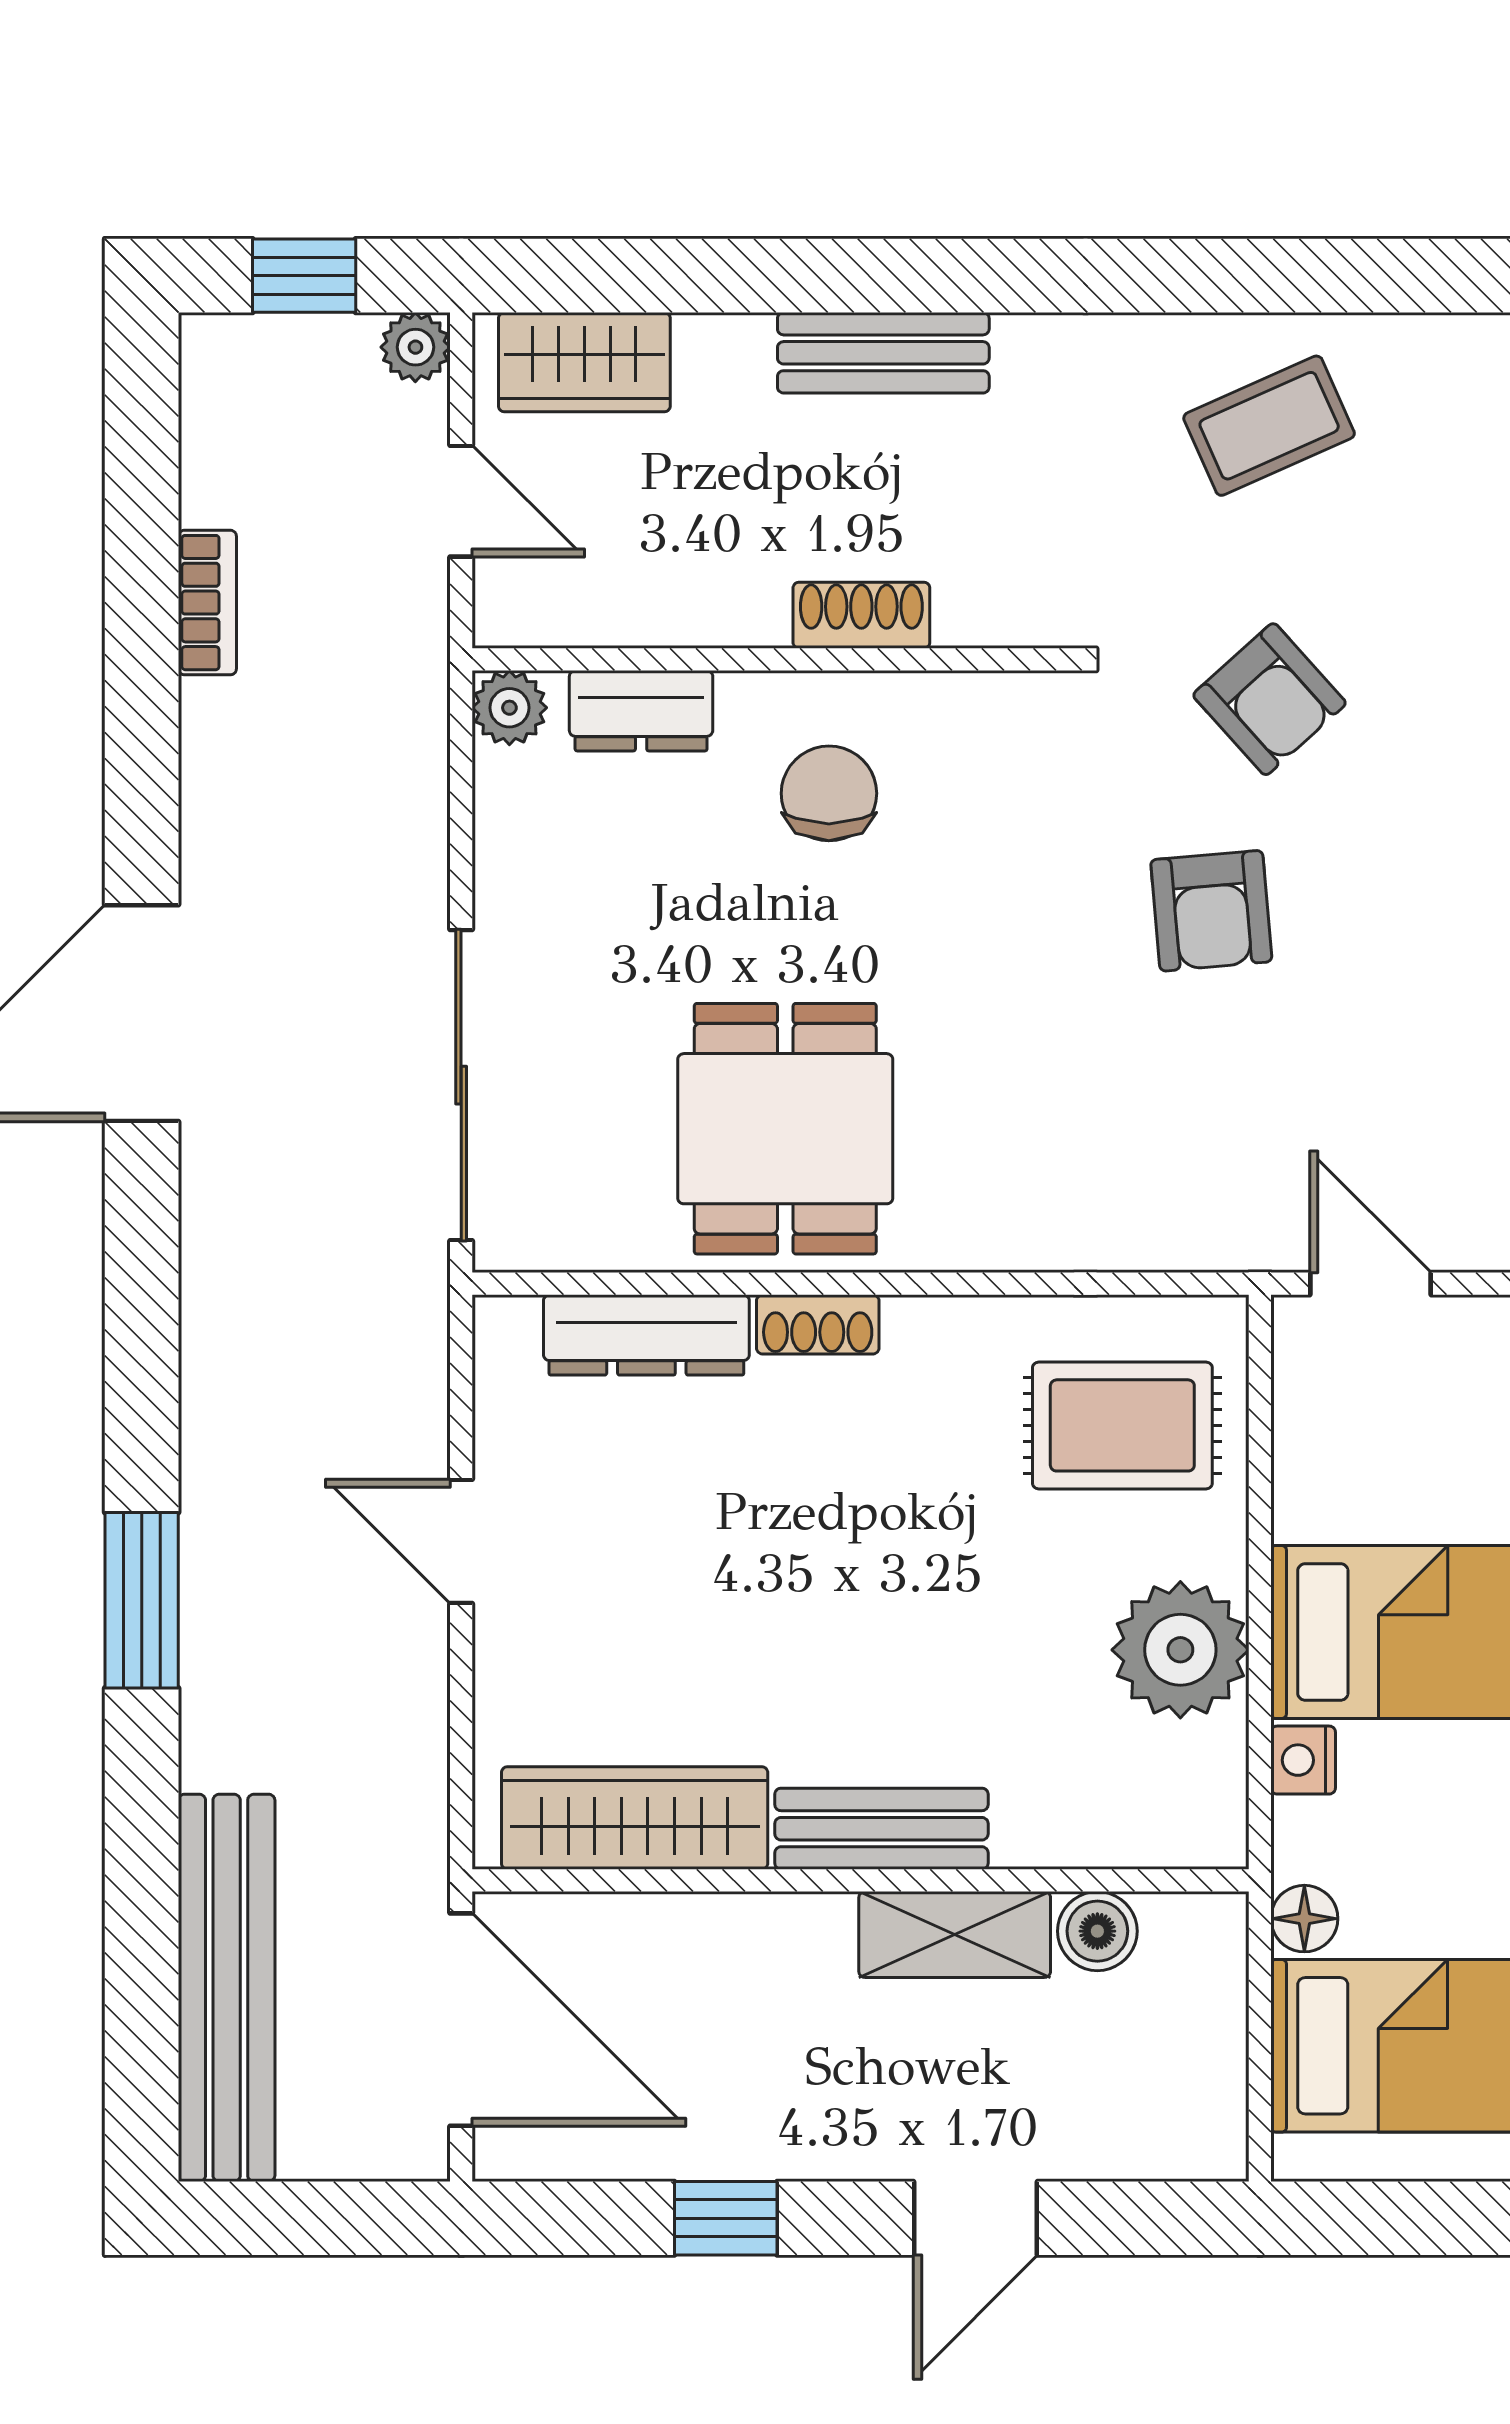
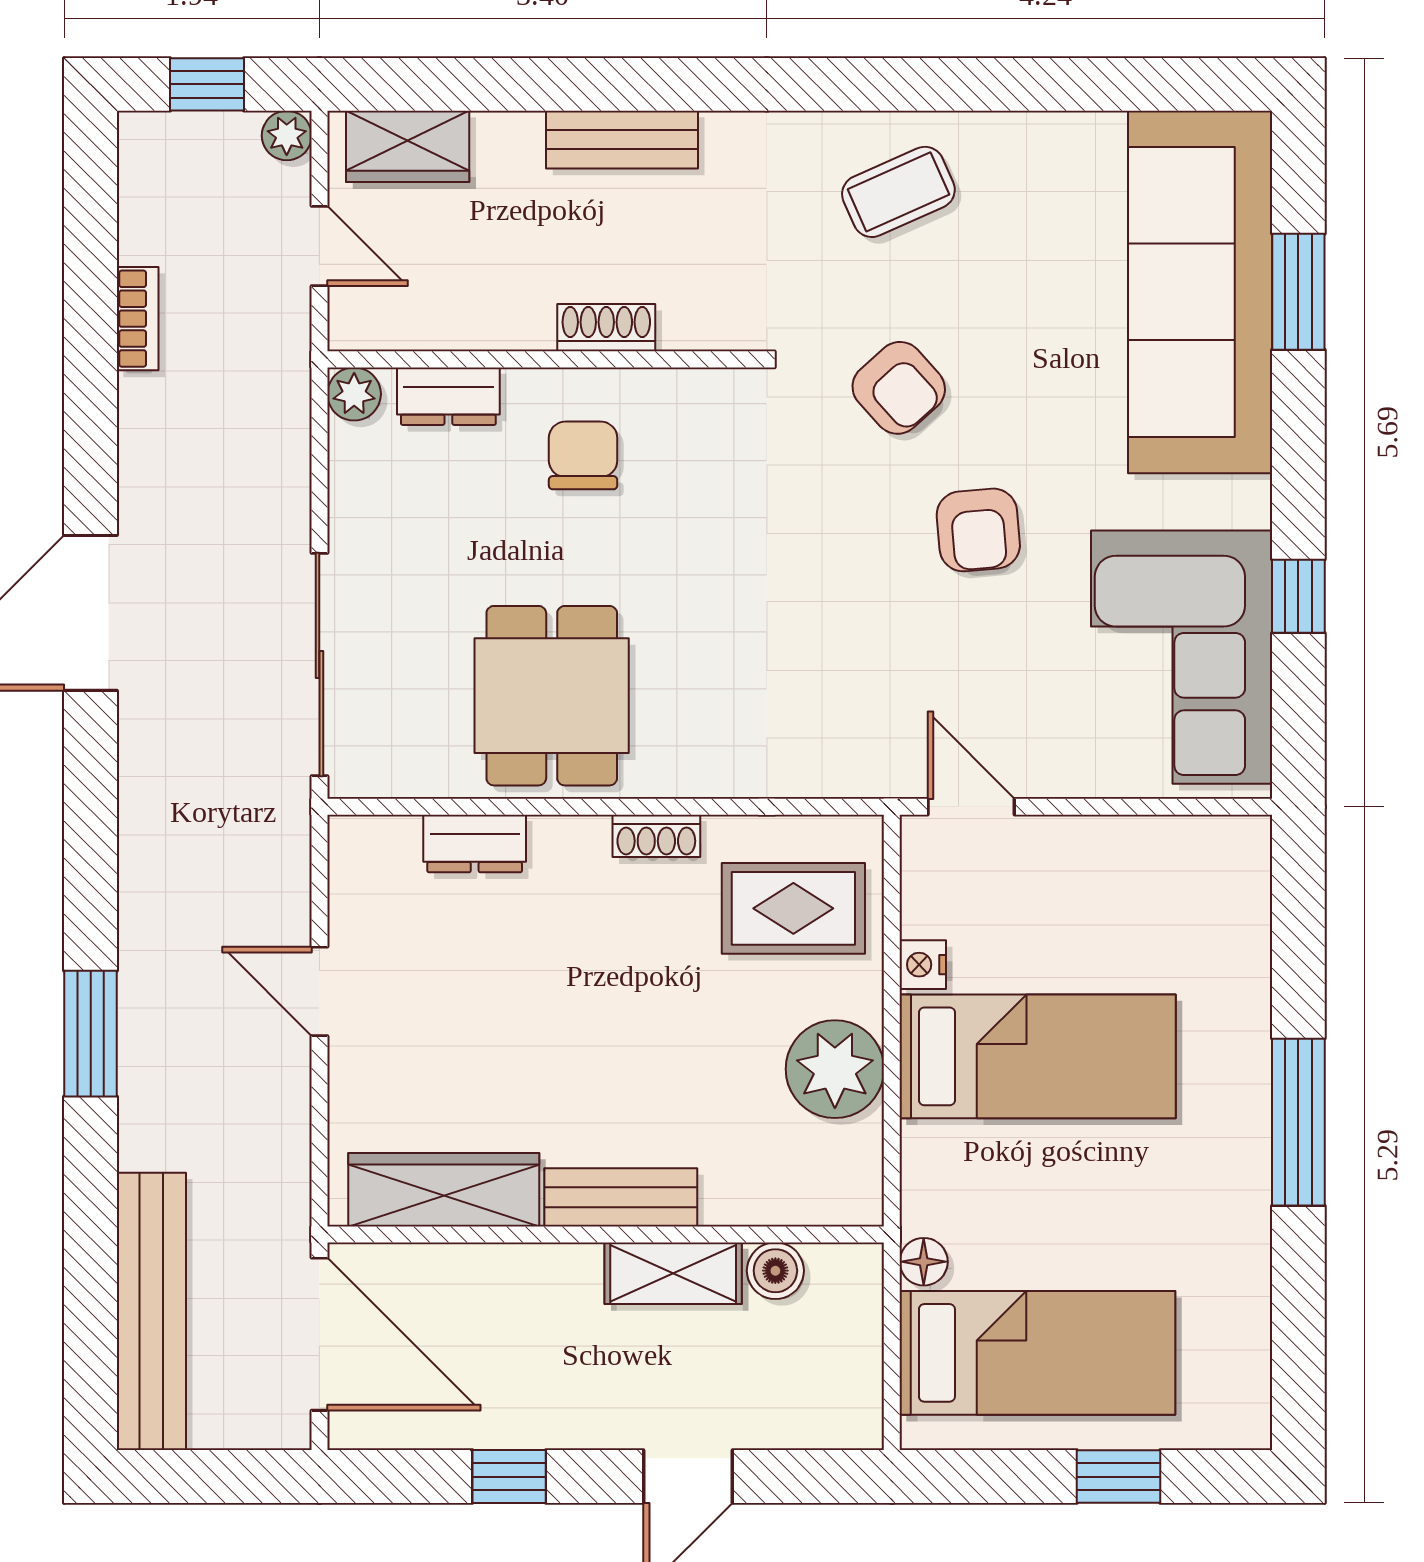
armchair: (1211, 911) -> (978, 530), moved
shoe rack: (818, 1324) -> (656, 836), moved
dresser: (646, 1335) -> (475, 843), width x0.70
nightstand: (1303, 1760) -> (923, 965), moved

